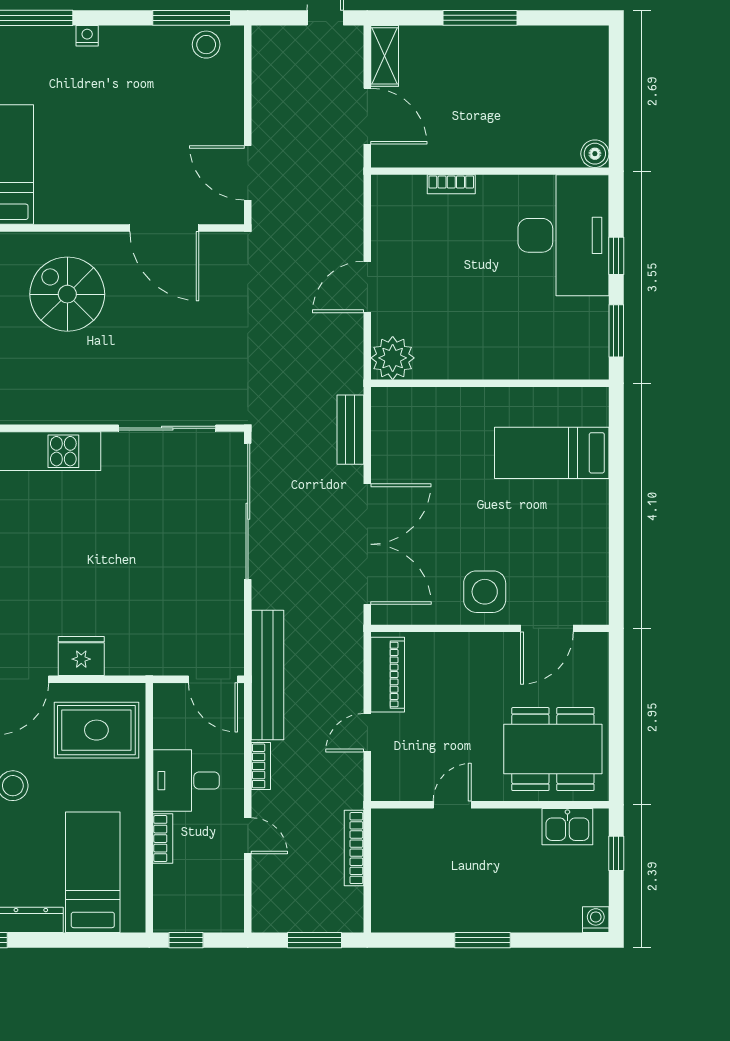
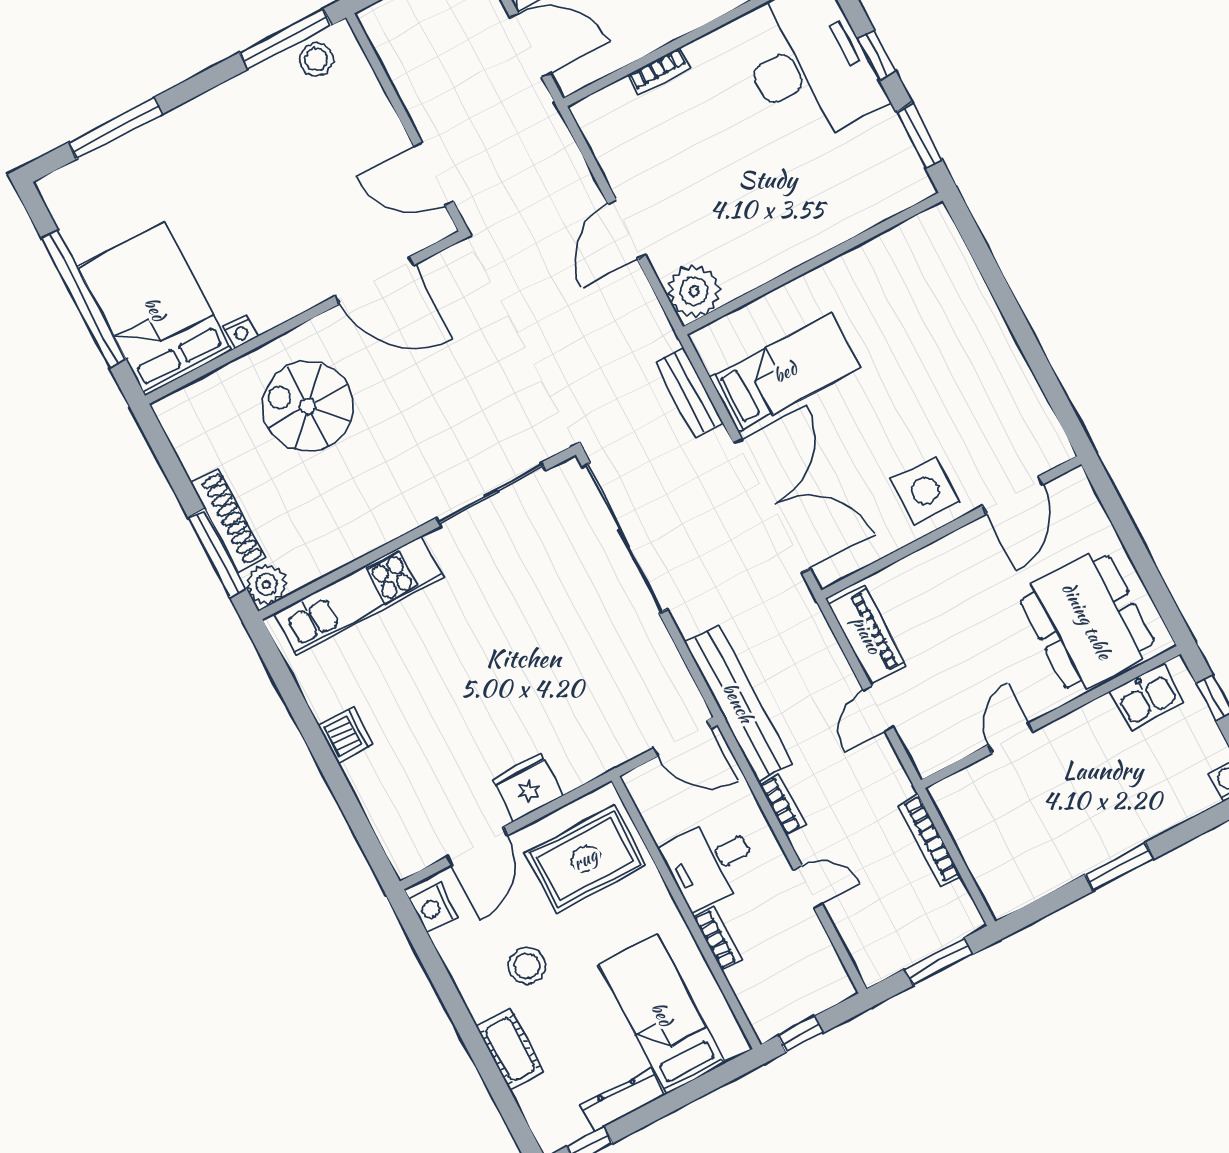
nightstand: (87, 36) -> (241, 332), moved, turned 180
bed: (552, 453) -> (785, 372), moved, turned 180
dining table: (553, 749) -> (1087, 621), turned 90

